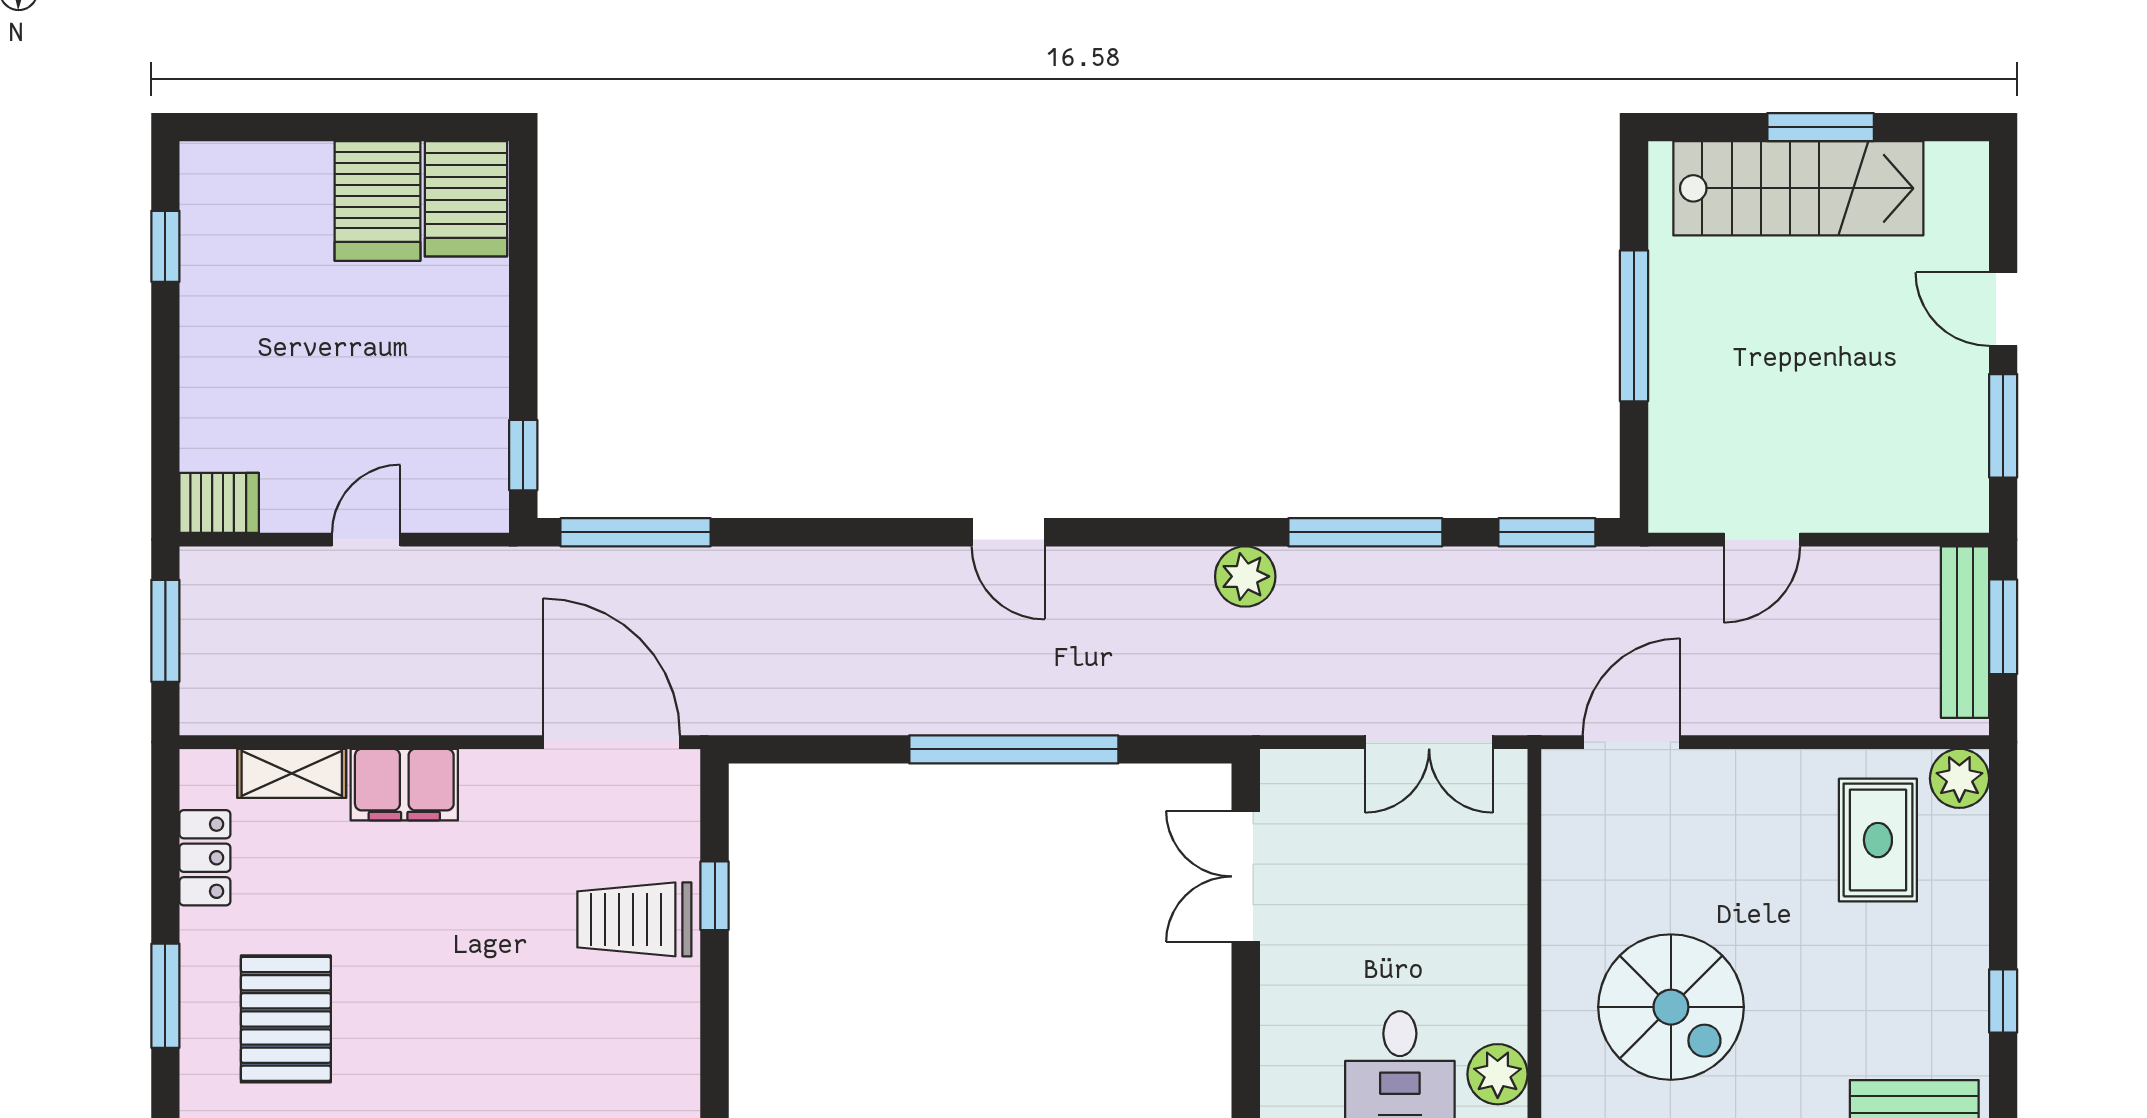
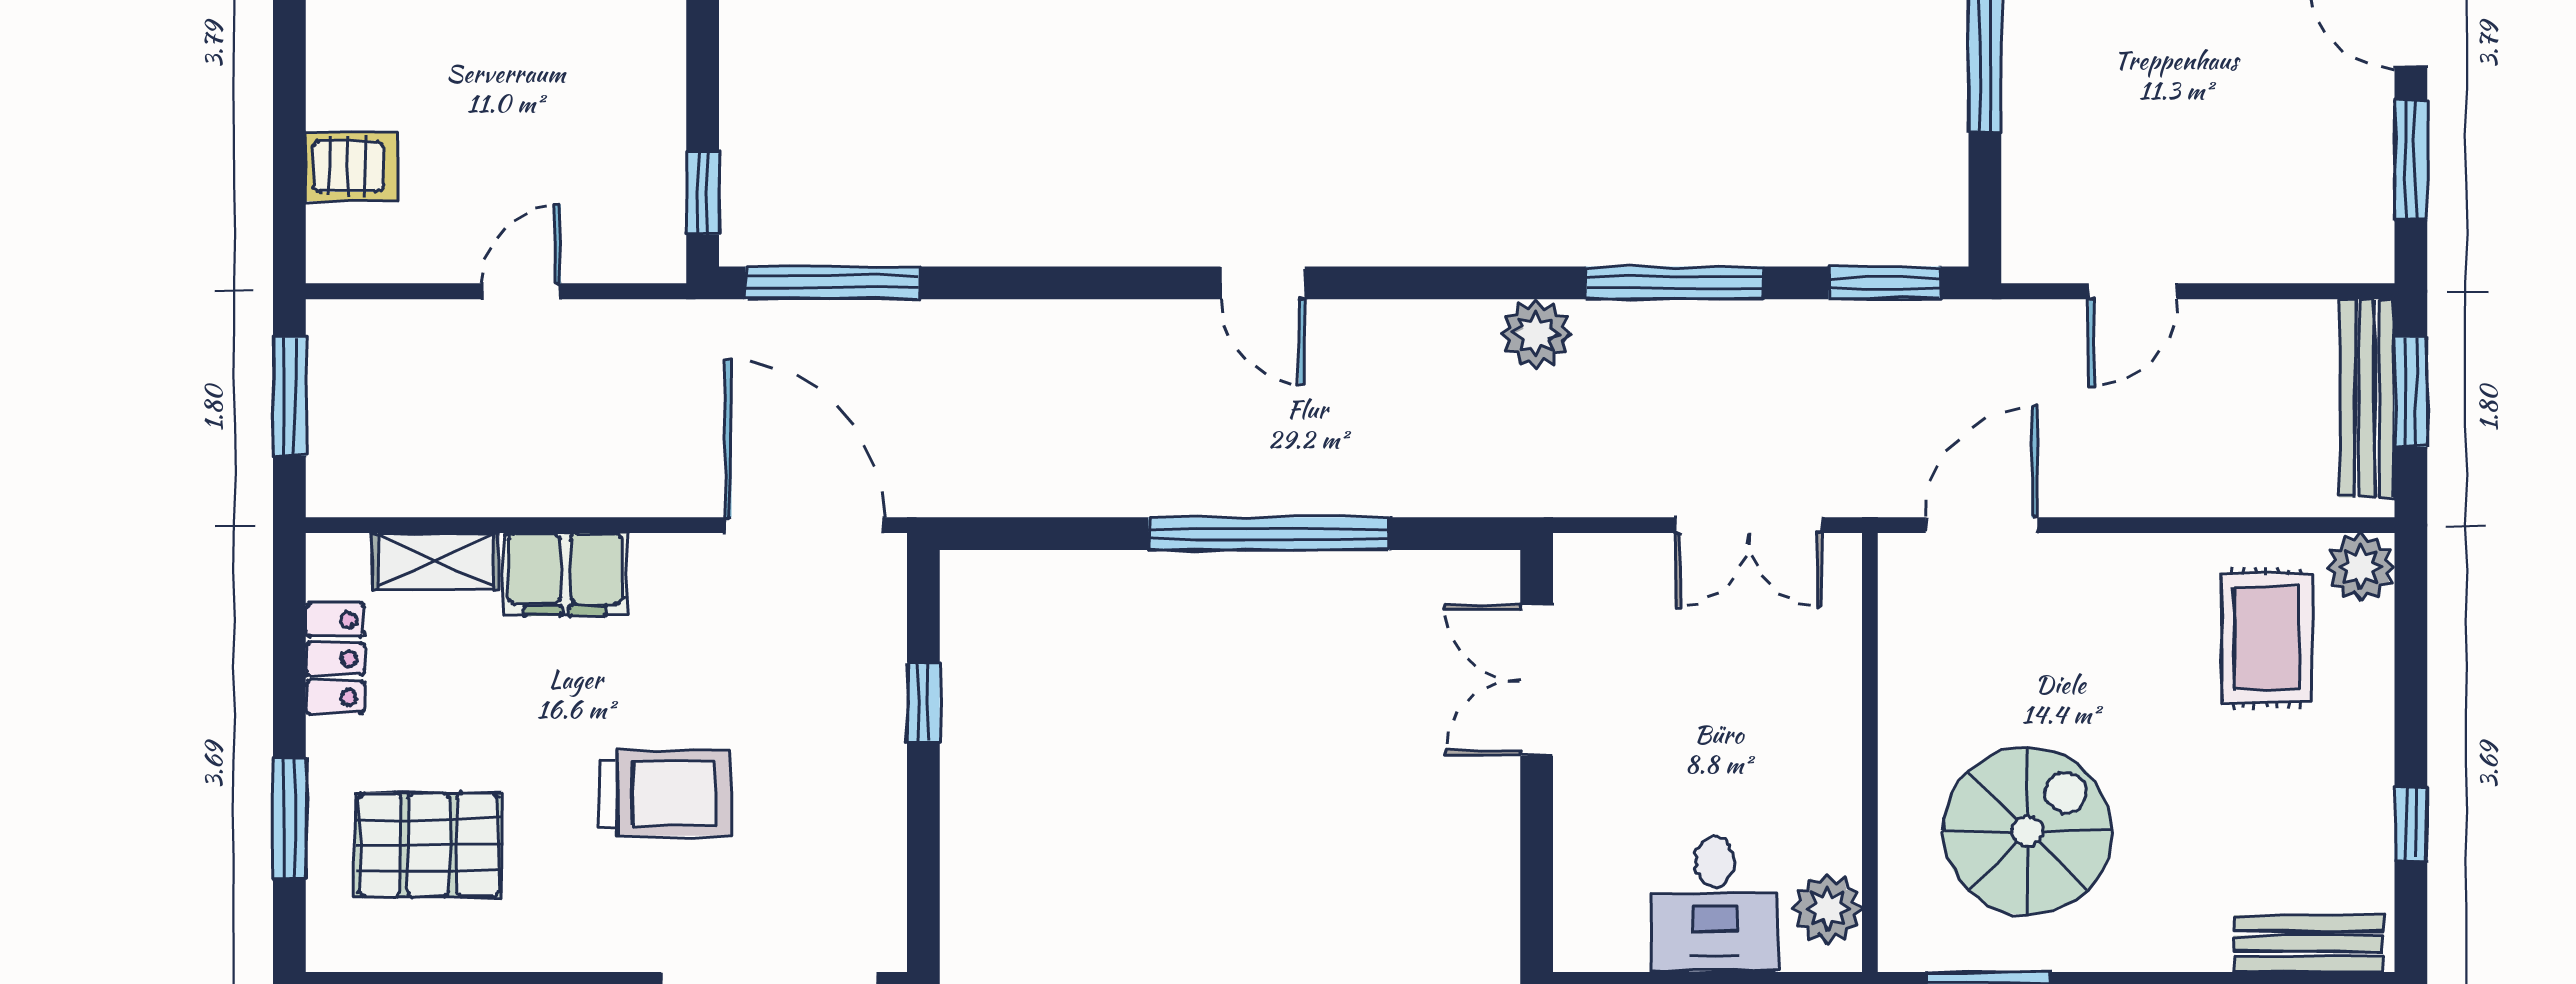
server rack: (219, 503) -> (352, 166), moved
trolley: (634, 919) -> (665, 793), moved, turned 180
spiral stairs: (1671, 1007) -> (2028, 831), turned -90
pallet: (286, 1019) -> (428, 845), turned 90

